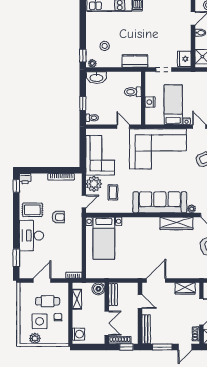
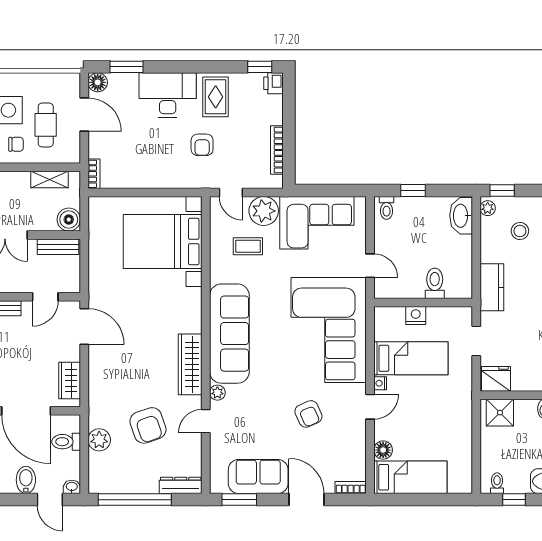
door: (123, 127) -> (370, 266), hinge flipped
bed with nightstands: (104, 238) -> (163, 242), width x1.36
floor lamp: (25, 273) -> (98, 82), added

